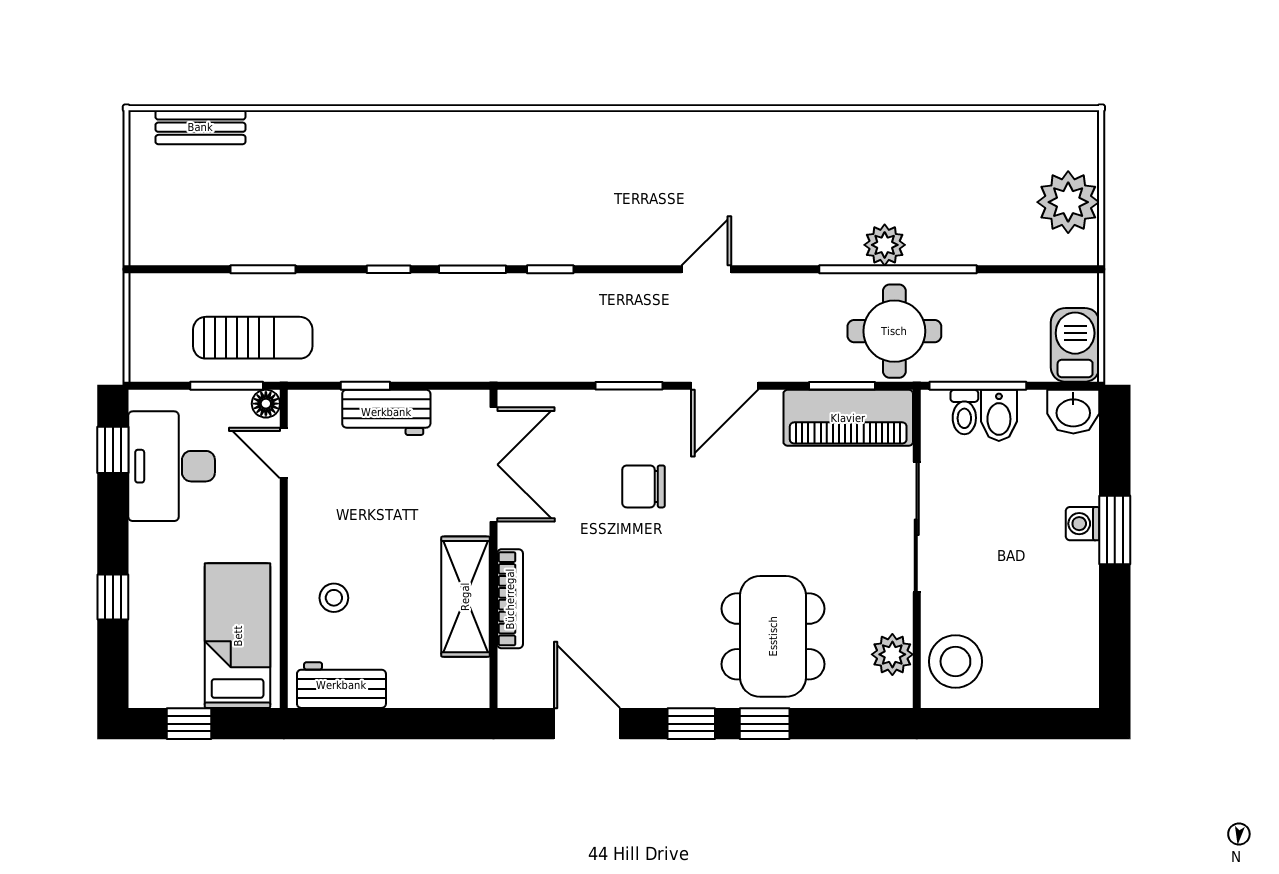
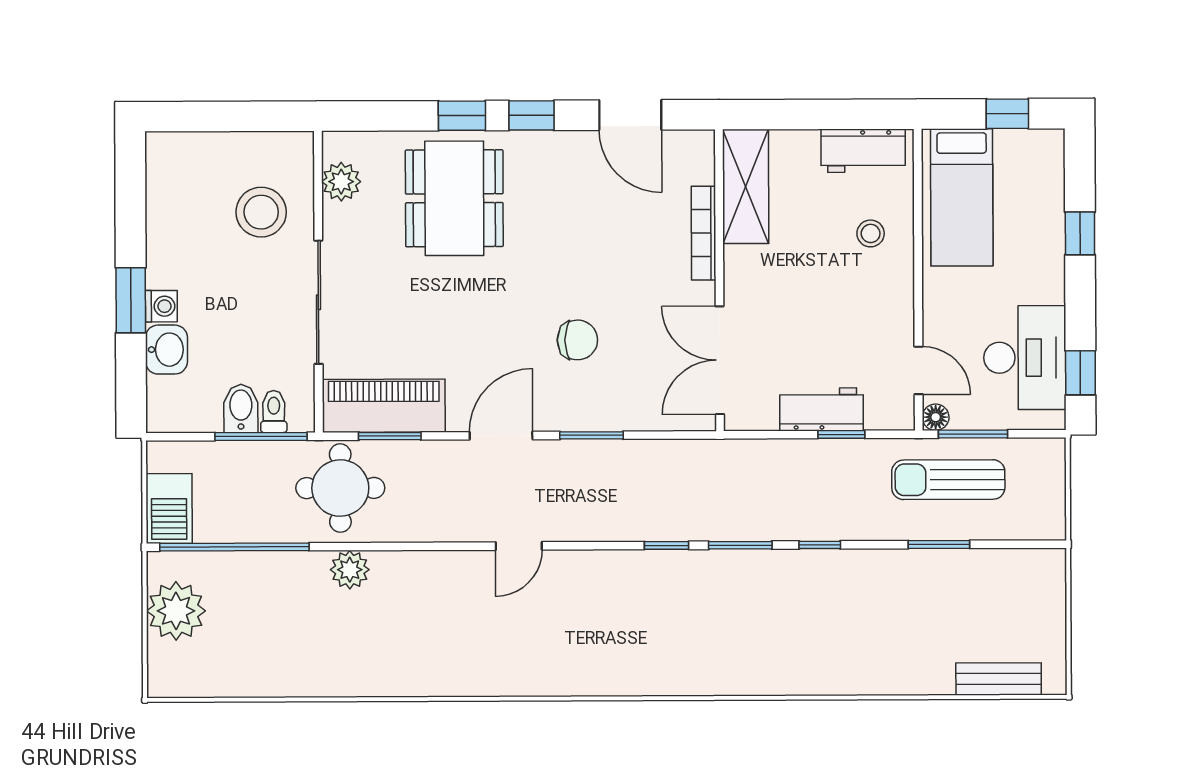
window: (898, 269) -> (234, 547), moved
barbecue: (1075, 345) -> (169, 508), moved
washbasin: (1073, 412) -> (166, 350), moved, turned 90
shelving: (465, 597) -> (746, 187), moved
stool: (955, 661) -> (261, 212), moved

